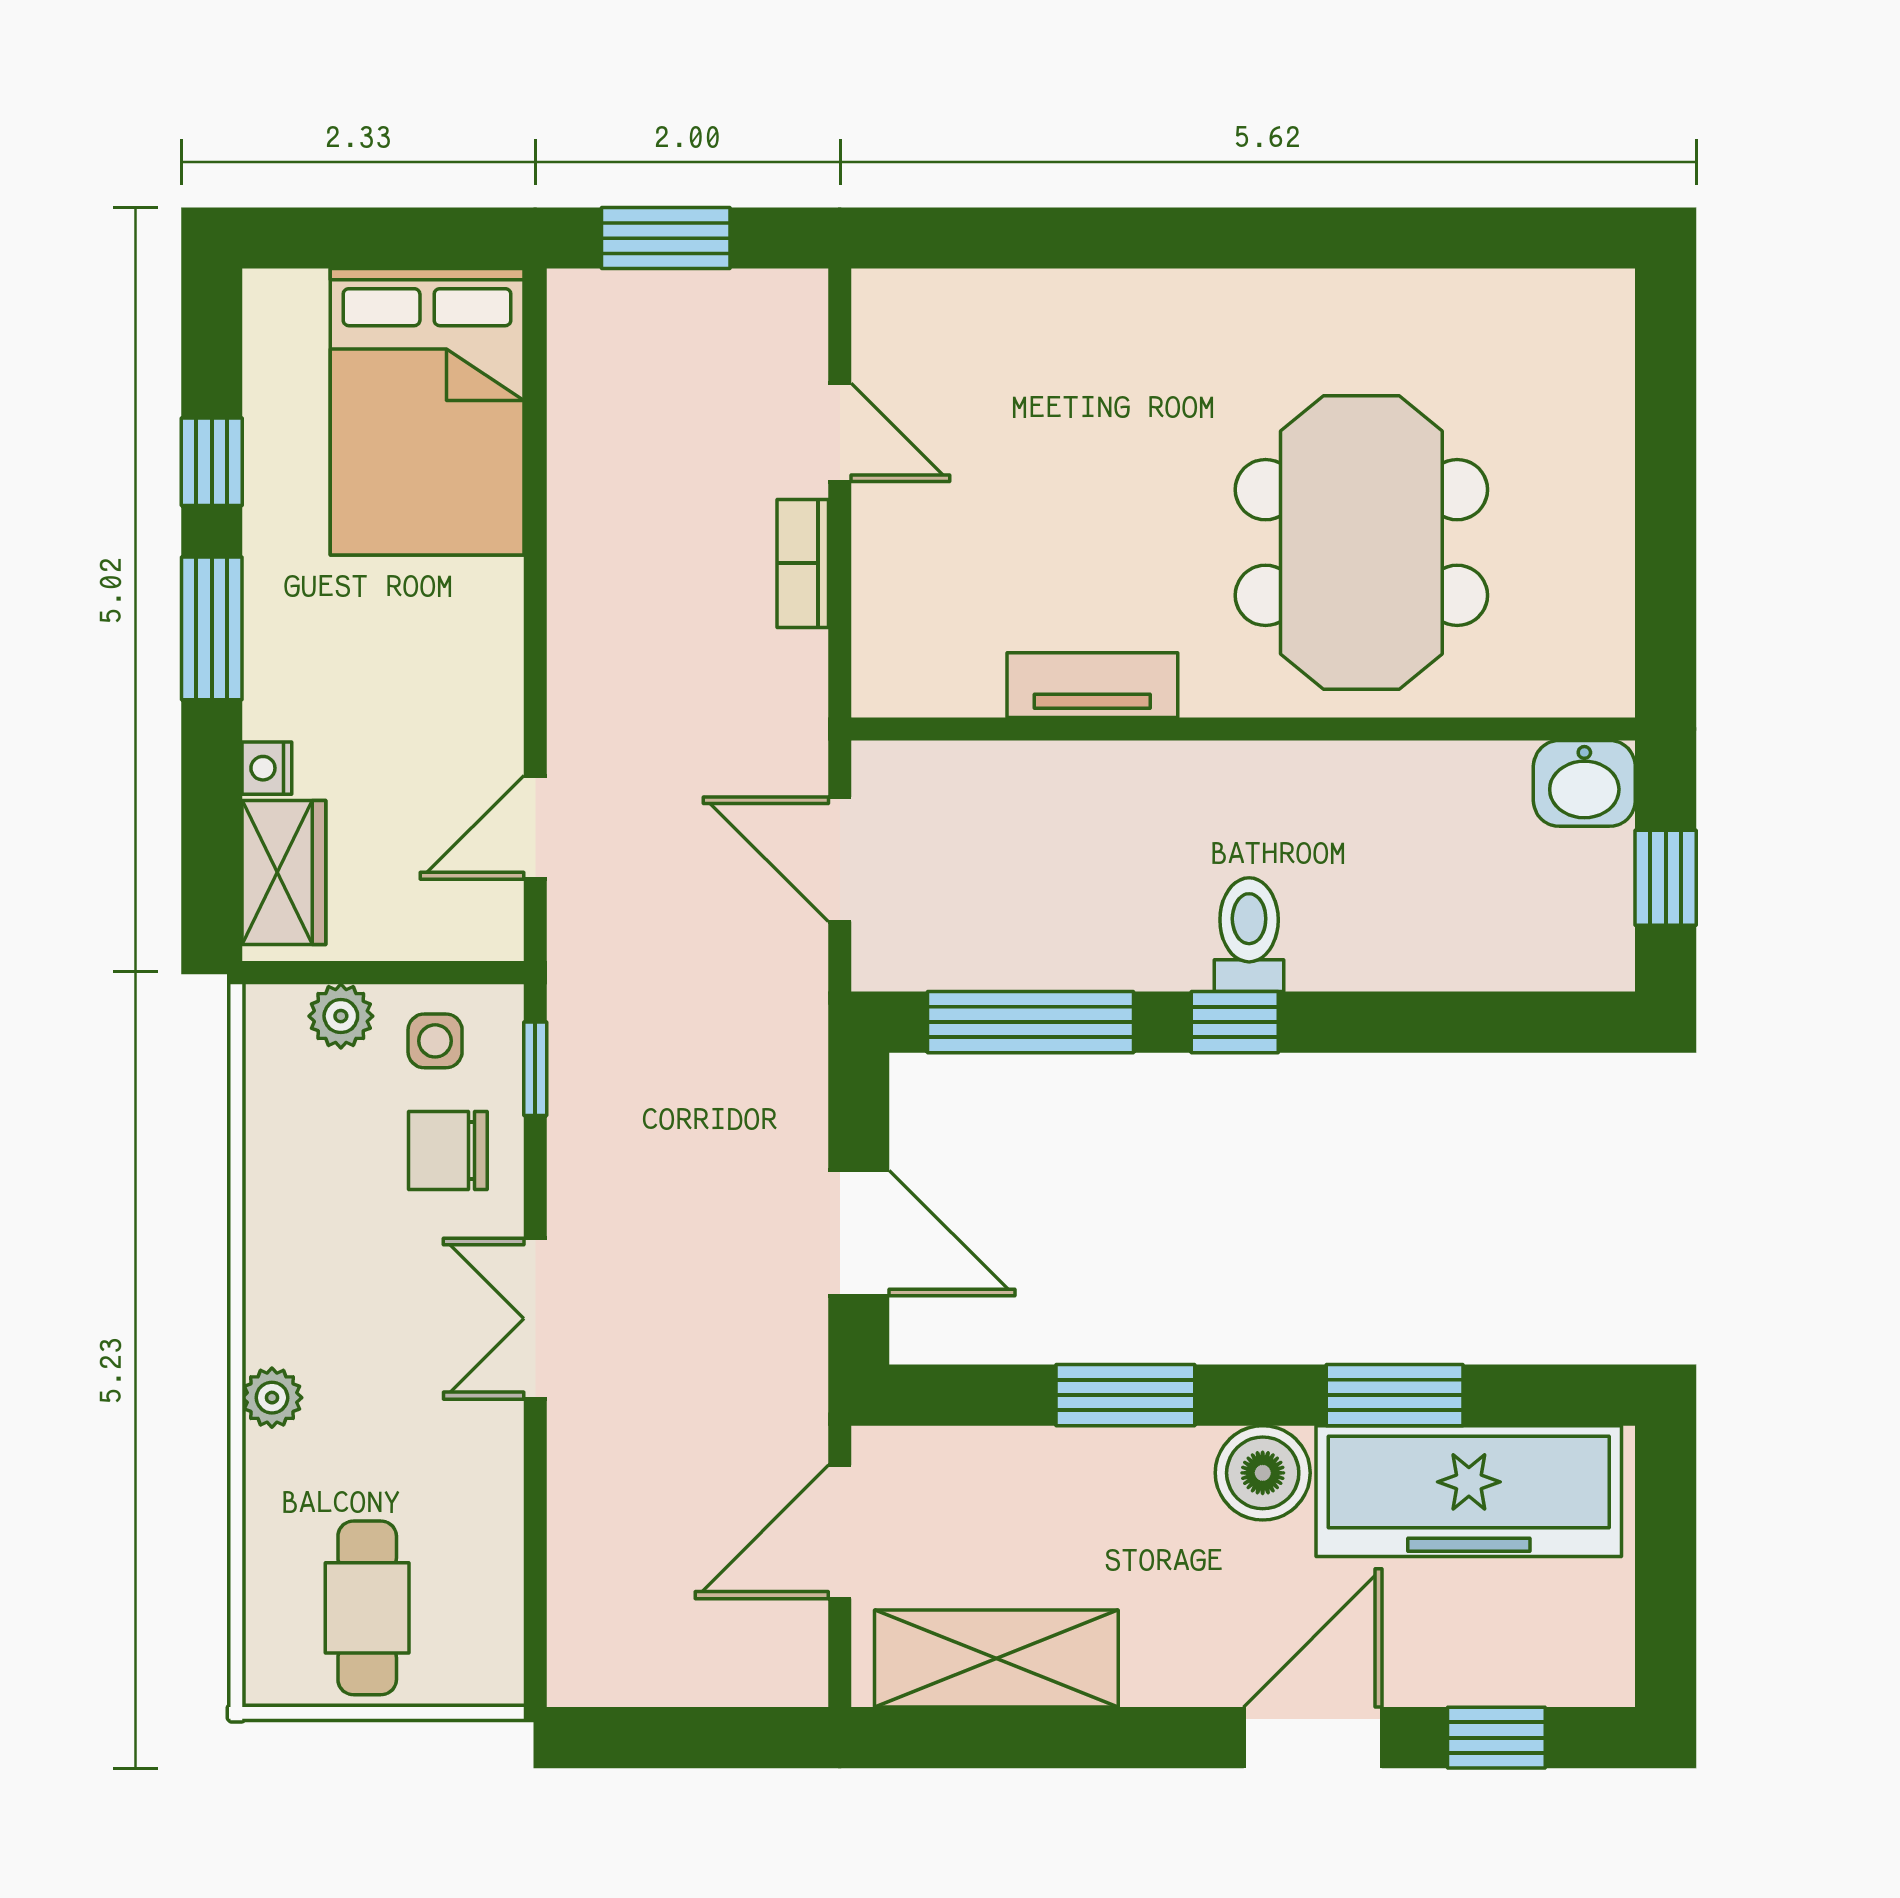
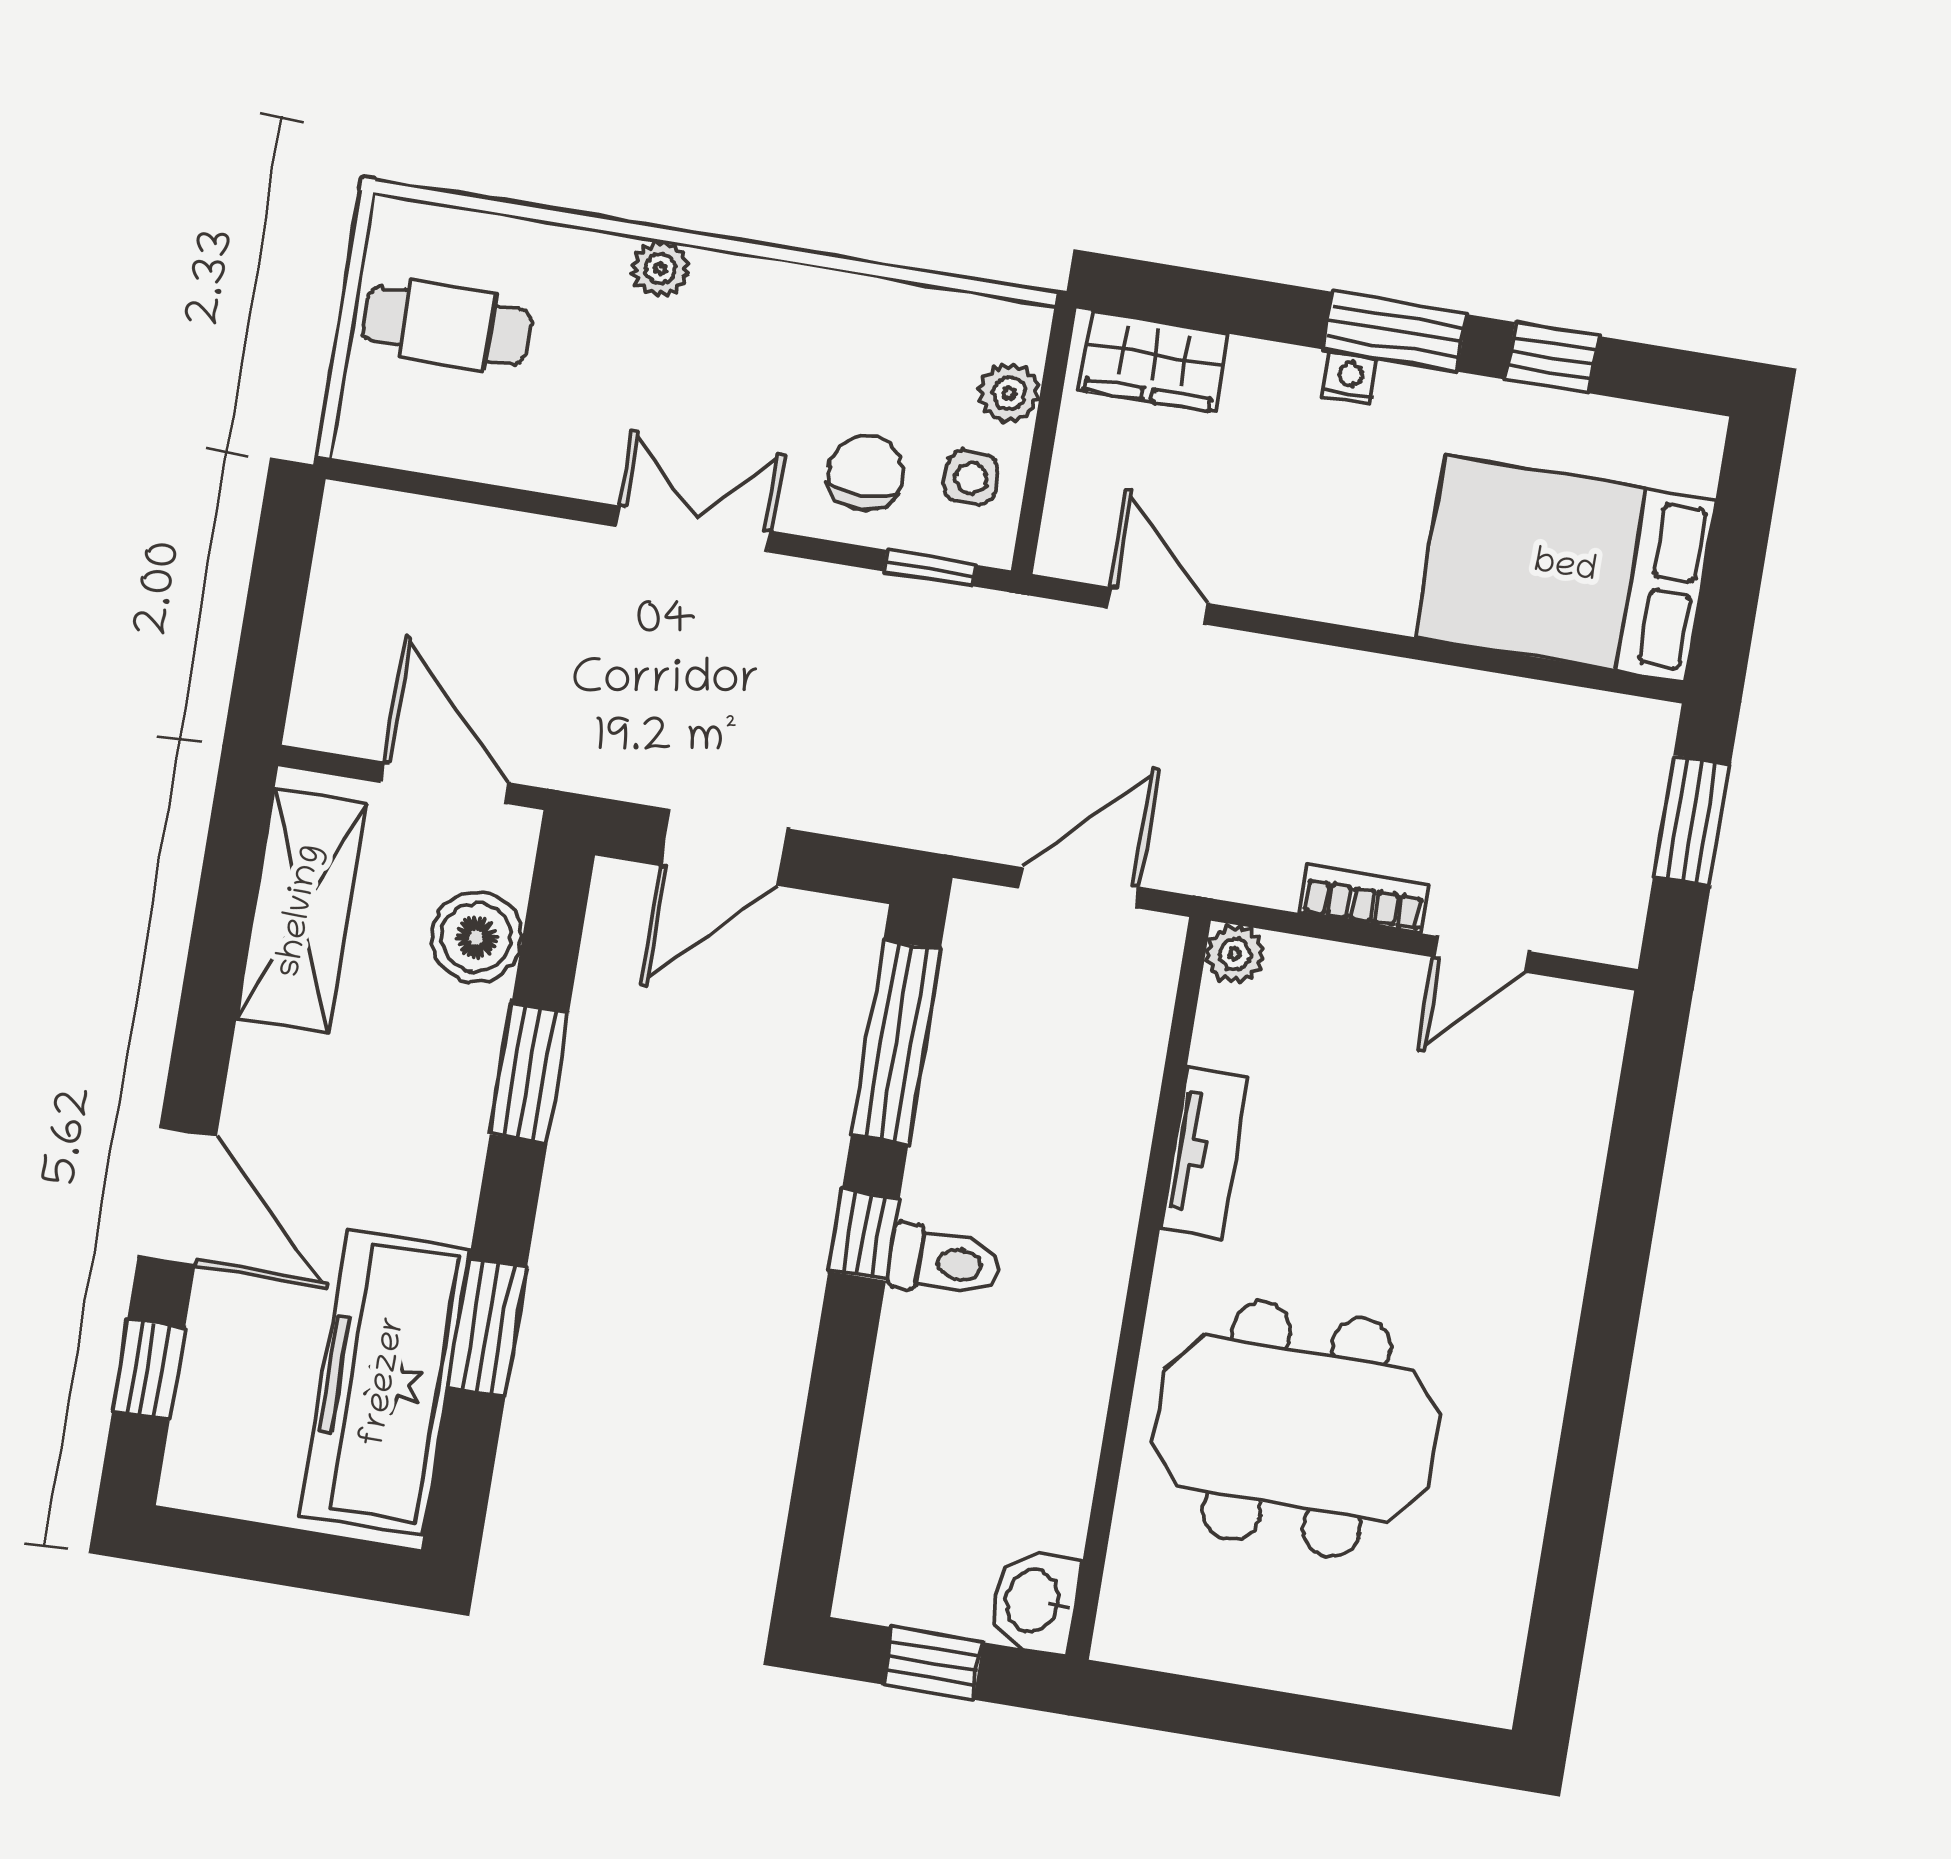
plant: (882, 687) -> (1235, 954), added
nightstand: (267, 768) -> (1350, 378), moved
boiler: (1263, 1473) -> (477, 937), moved

